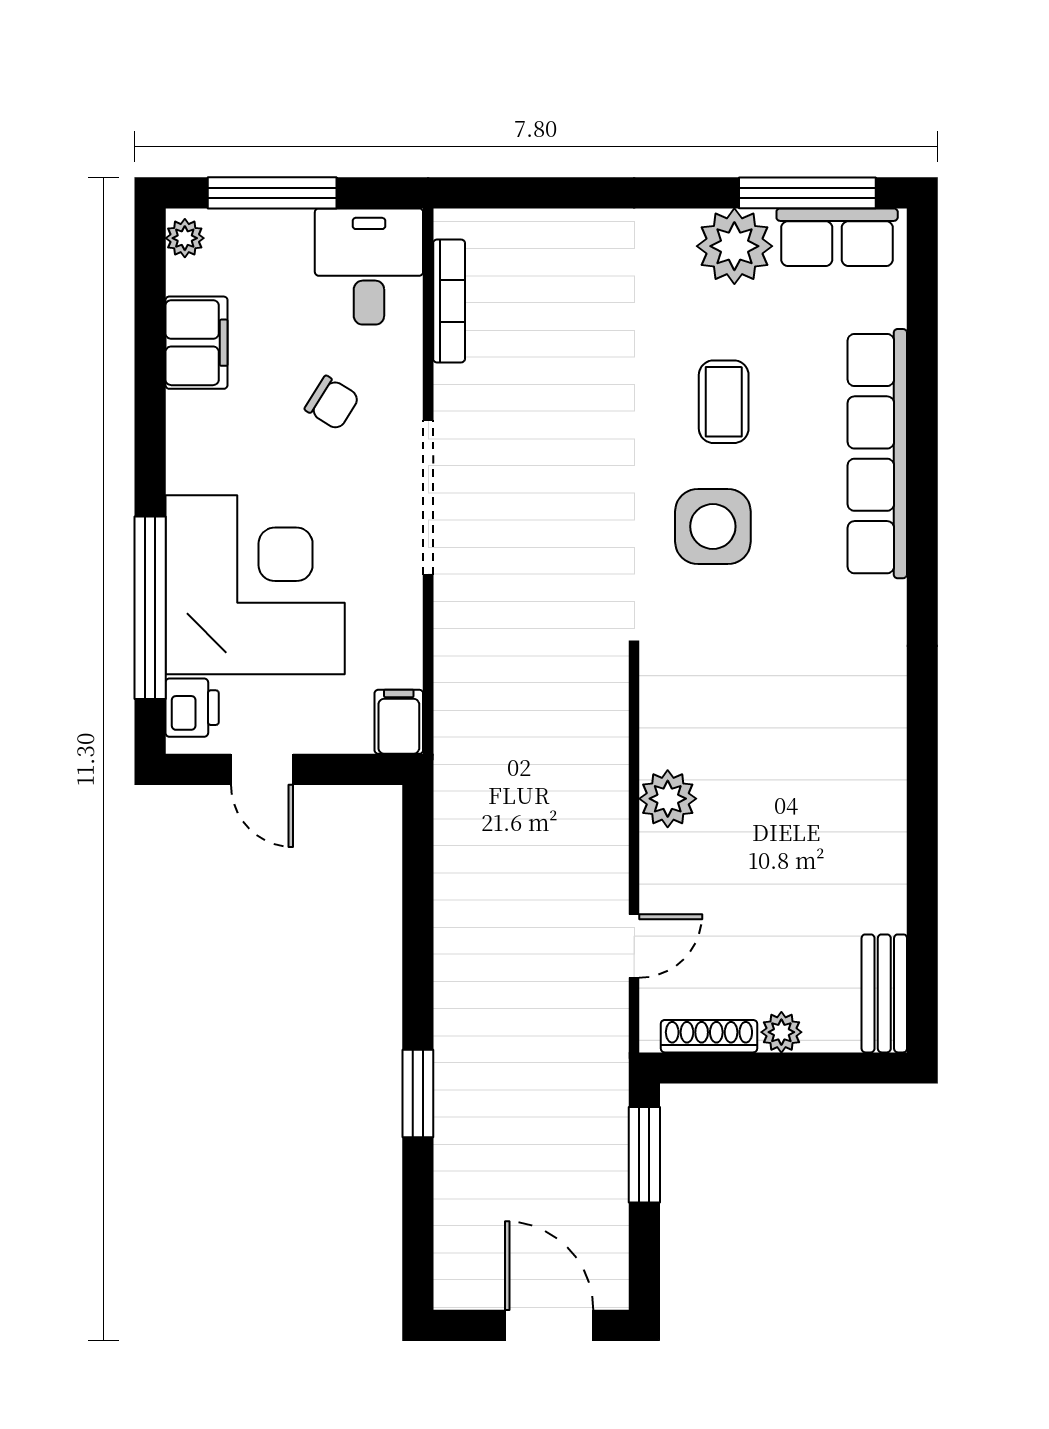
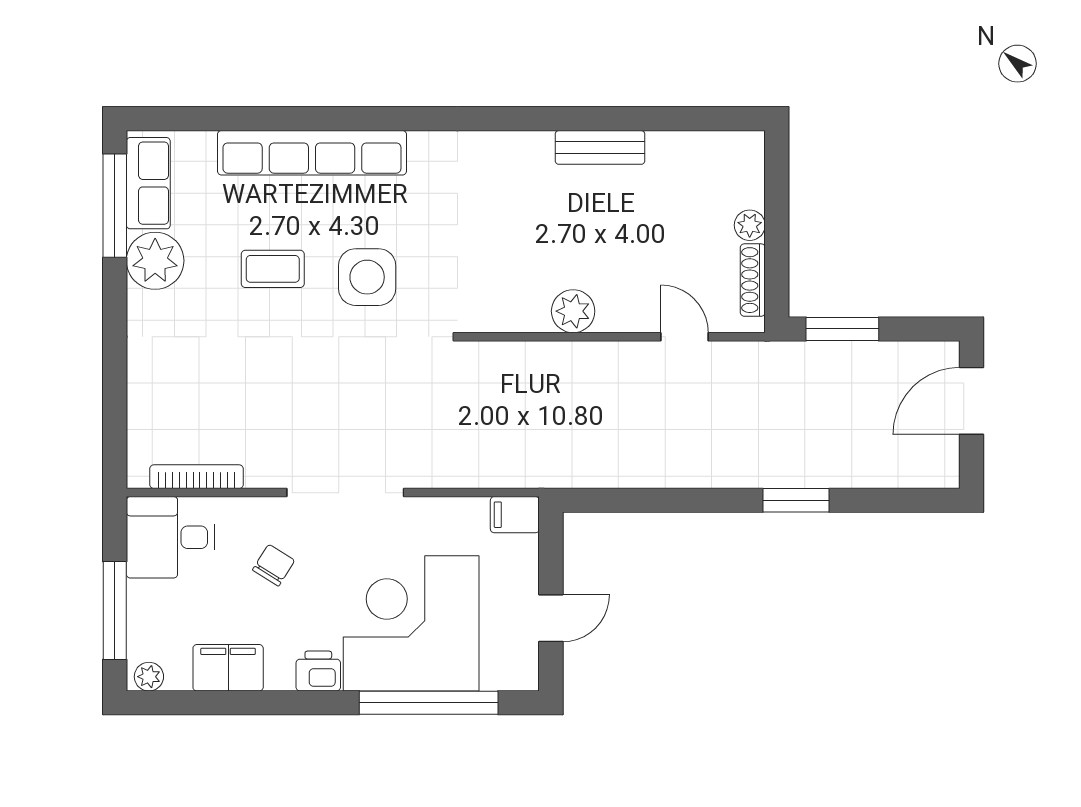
printer: (192, 708) -> (318, 671), moved
bench: (884, 993) -> (600, 147), moved

